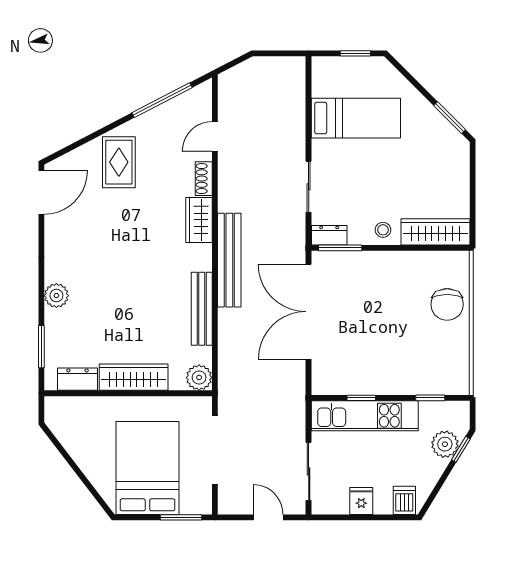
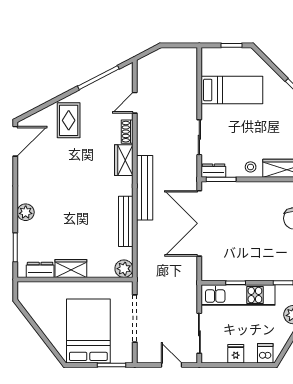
wardrobe: (134, 377) -> (71, 268), width x0.67

